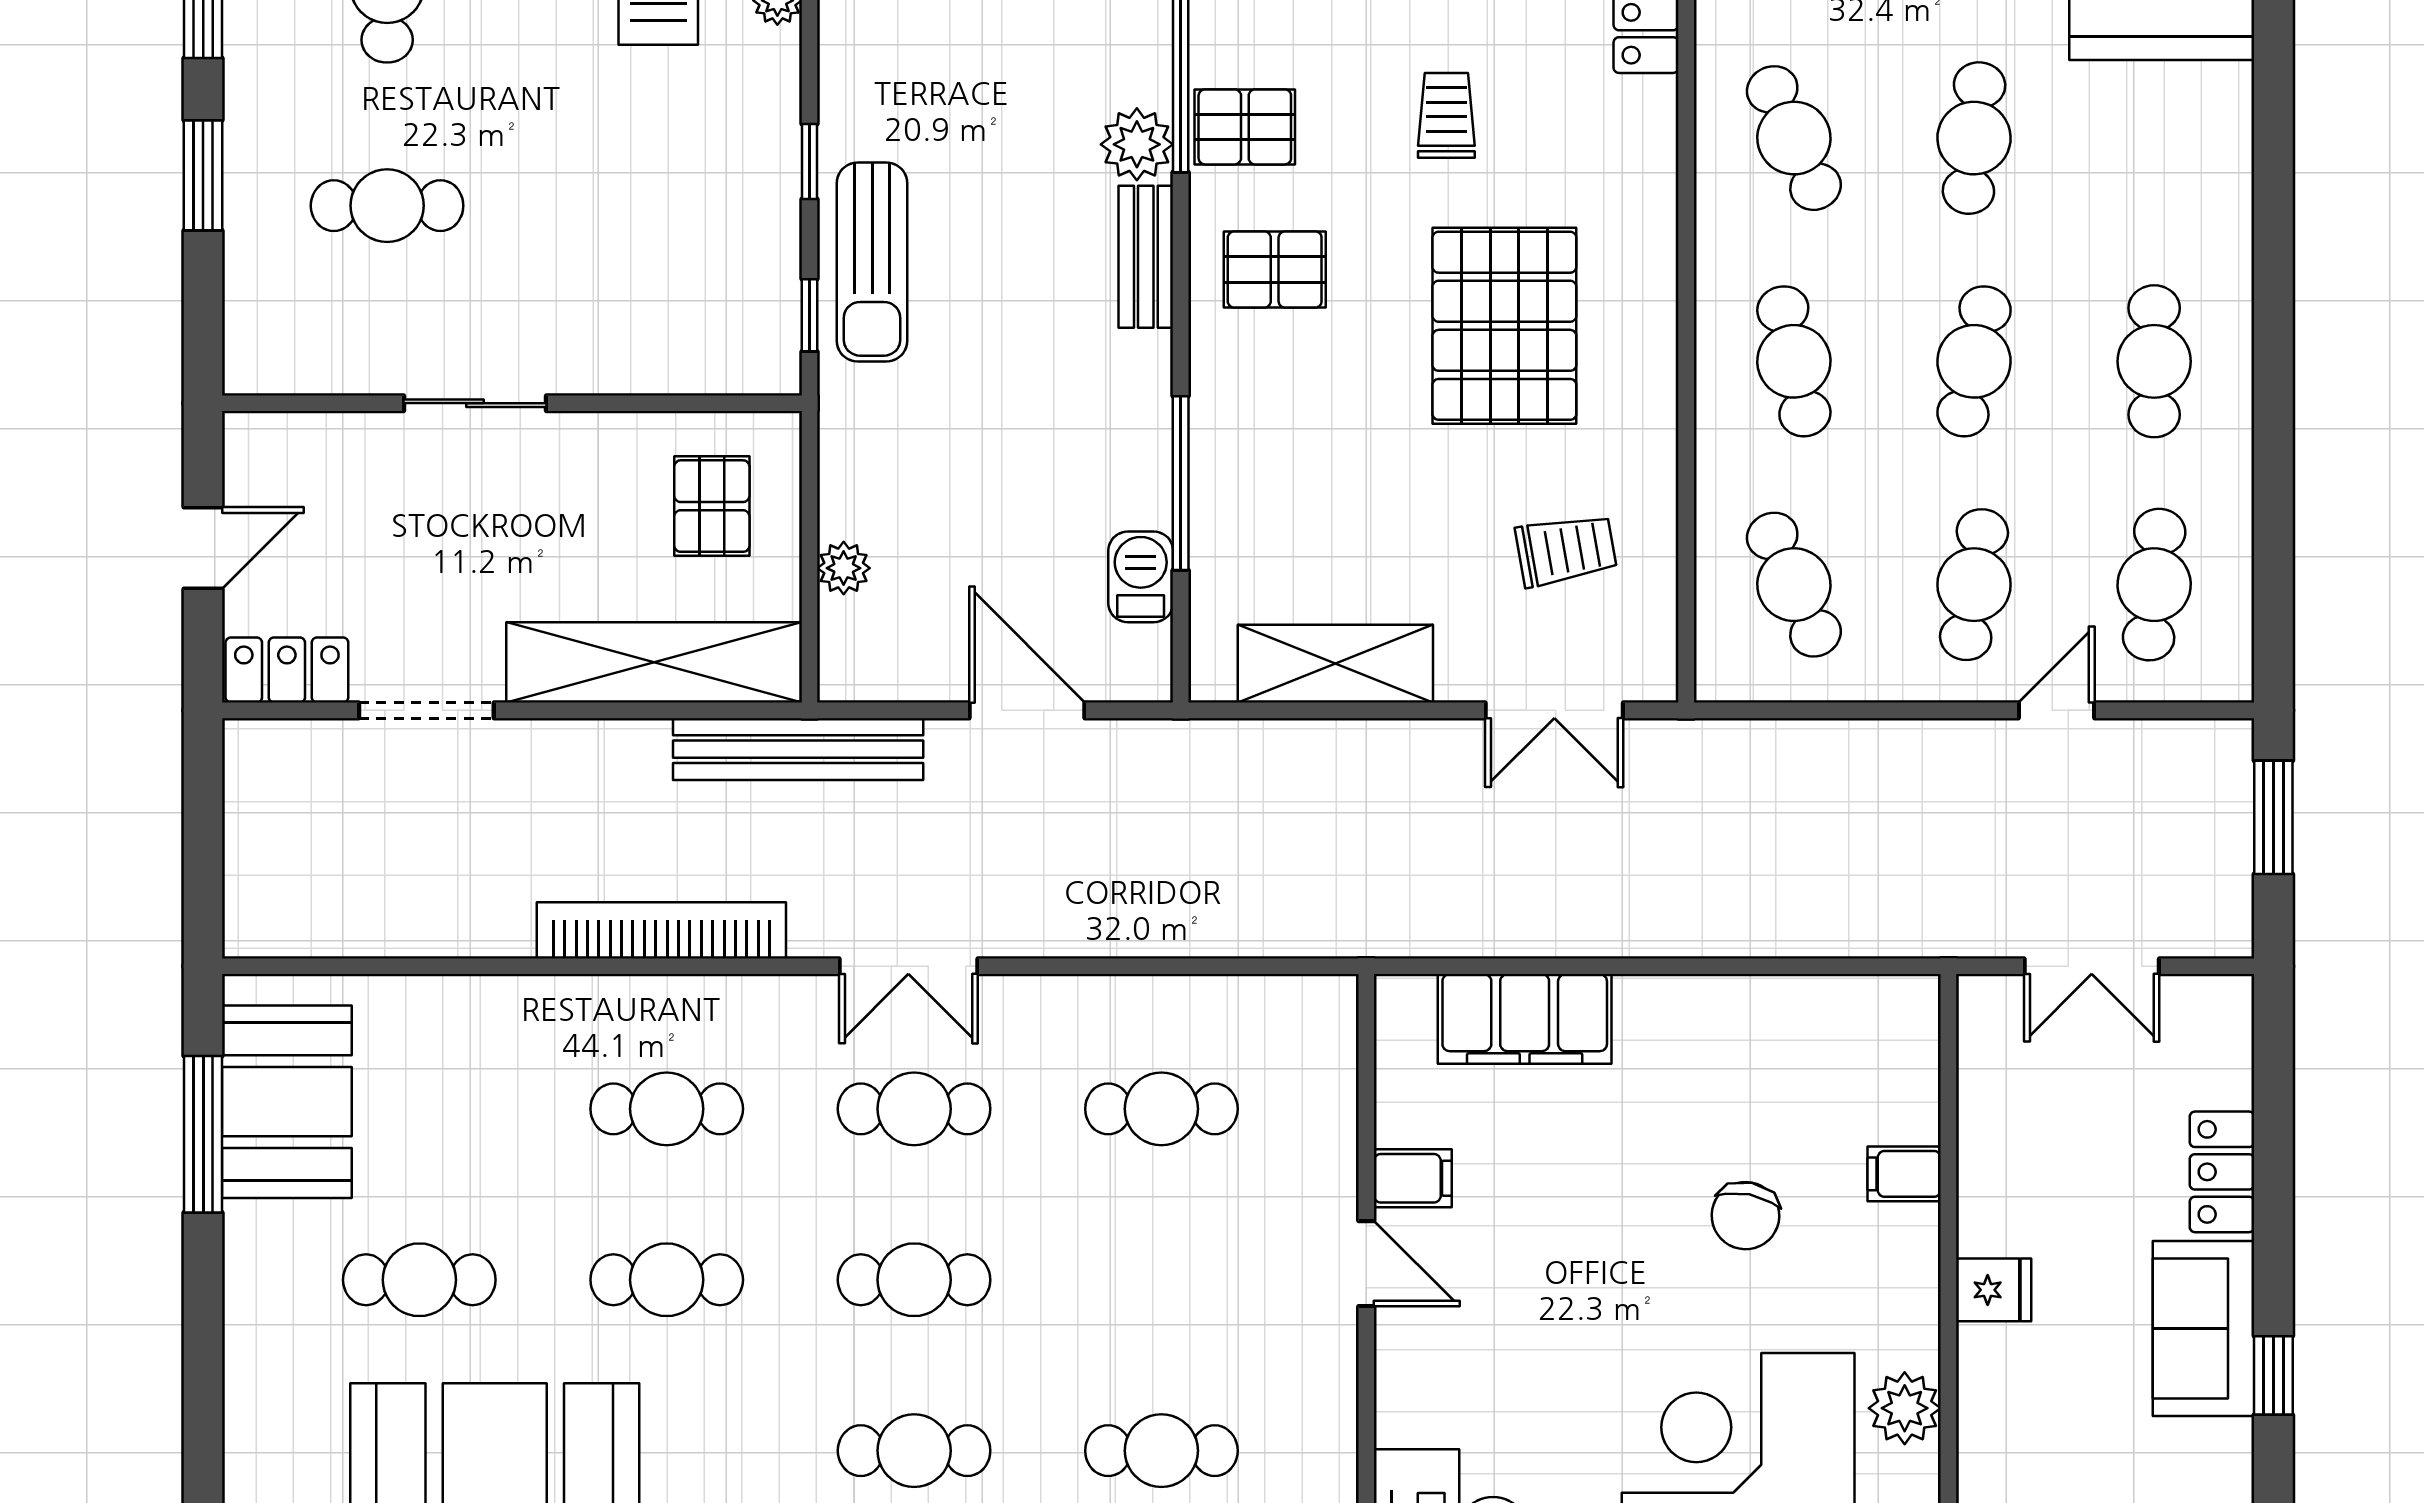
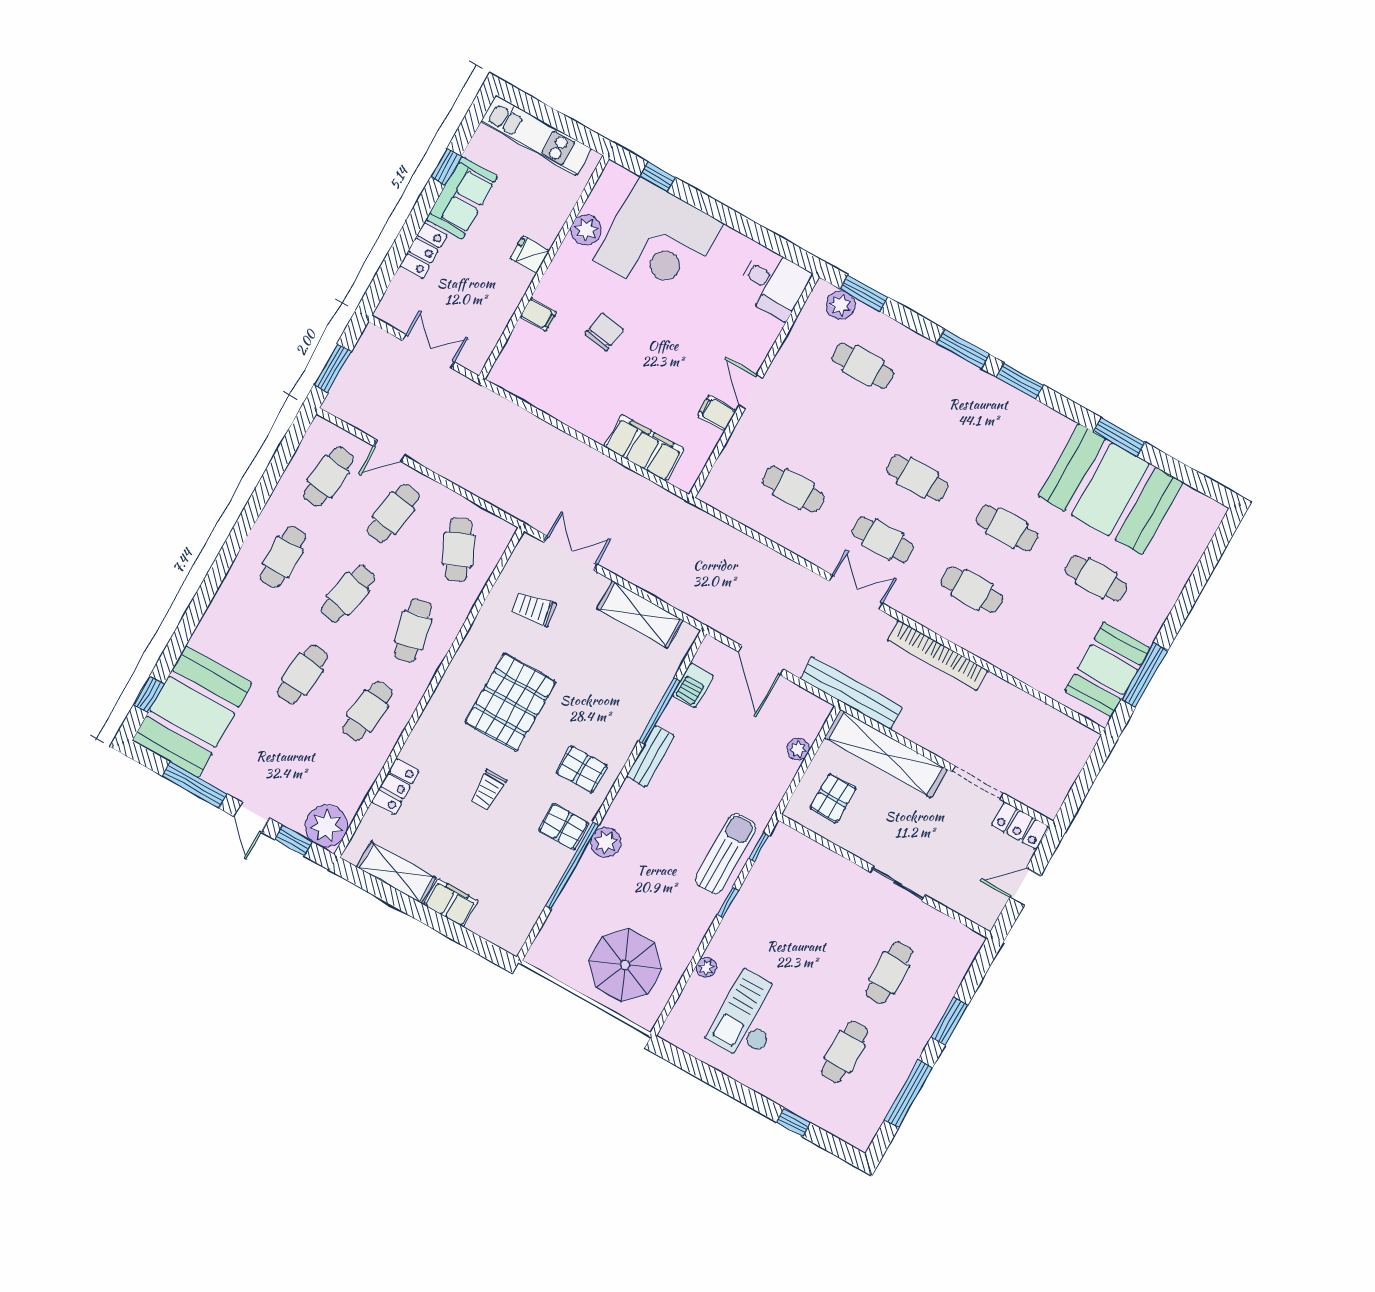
cafe table: (1794, 138) -> (368, 711), turned 30
cafe table: (387, 206) -> (889, 973), turned 90
bench: (1146, 257) -> (650, 756), moved
cafe table: (914, 1451) -> (952, 416), removed

